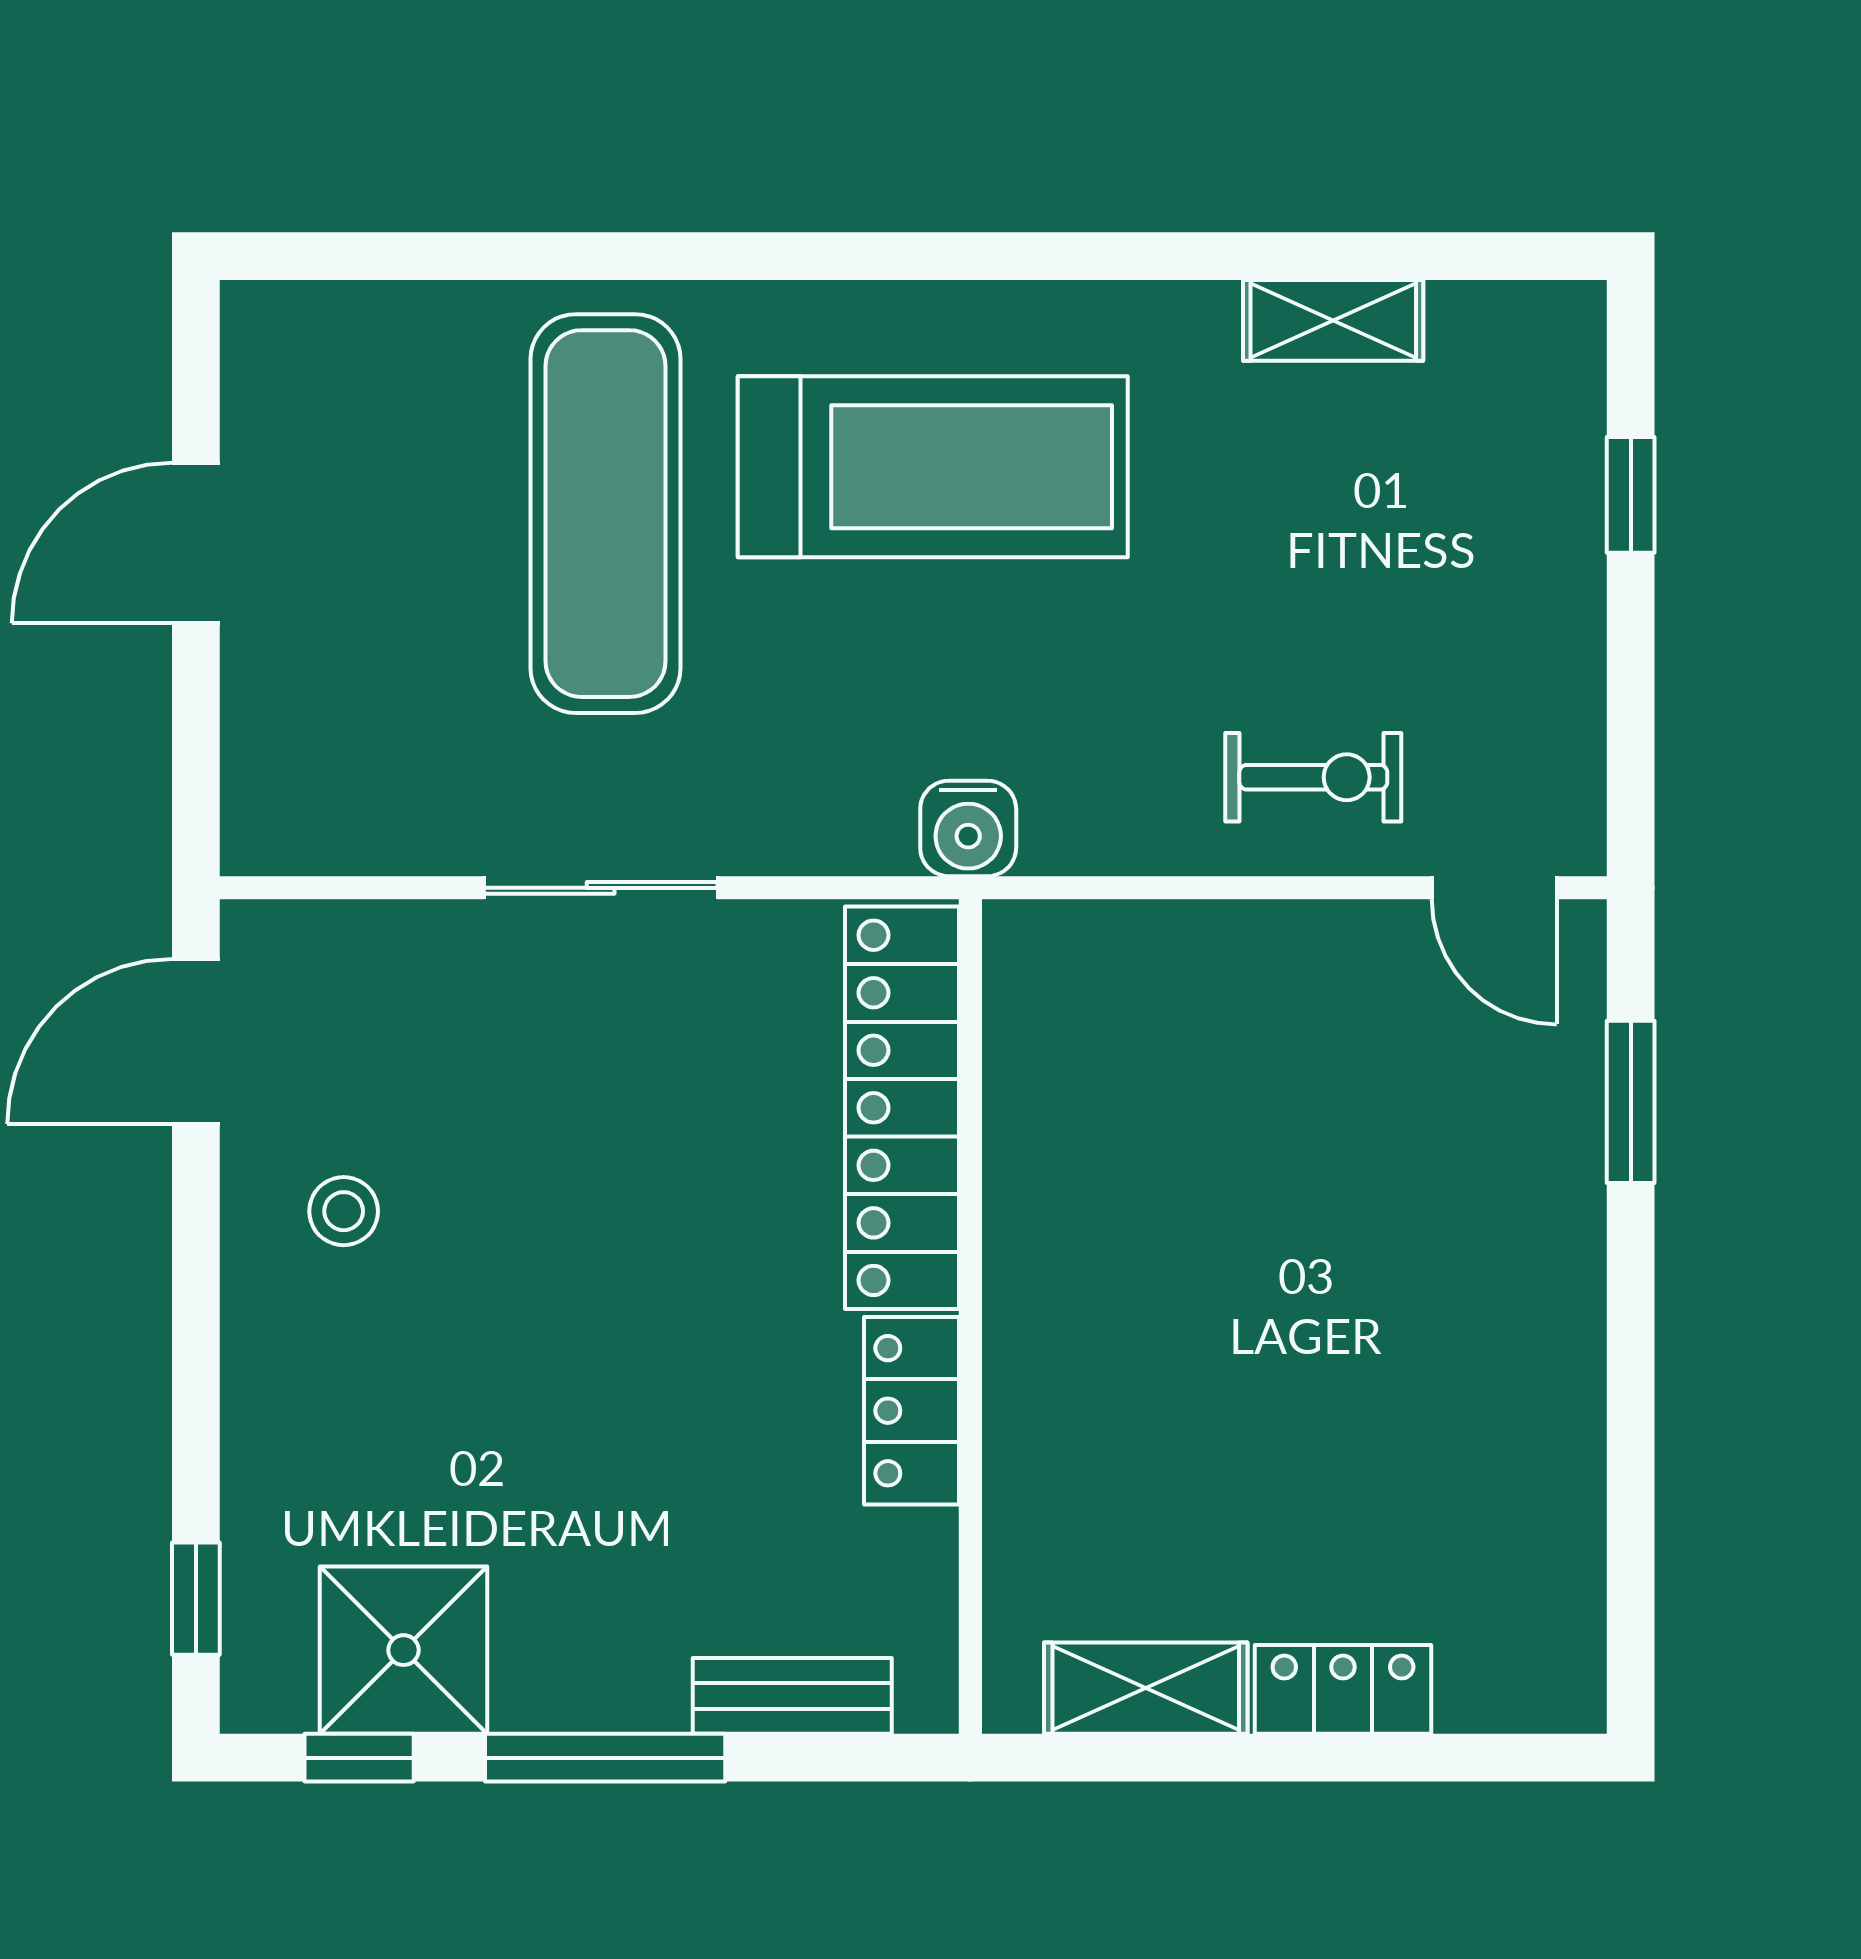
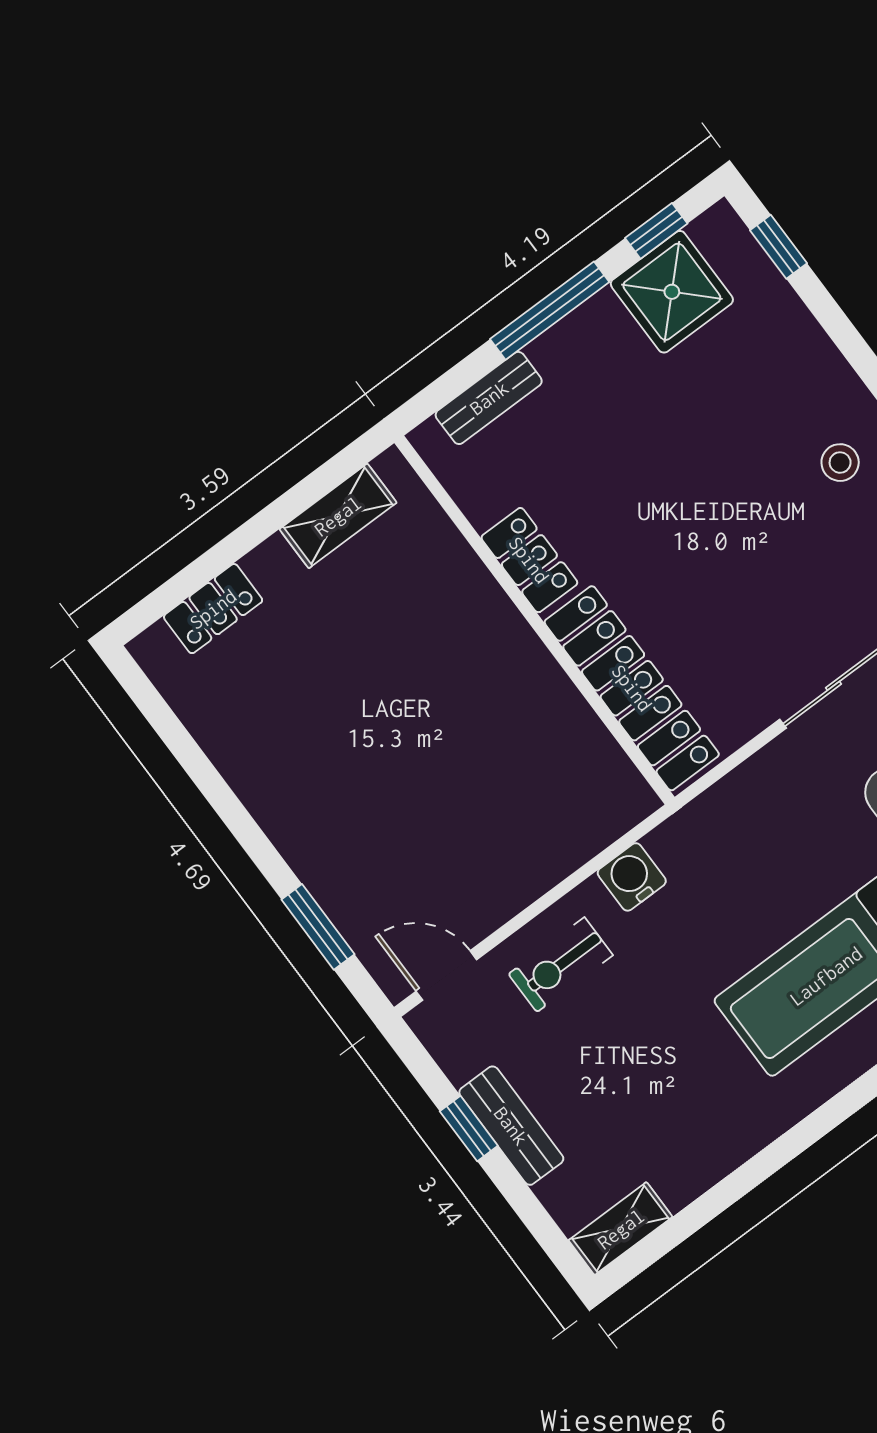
shelving: (1333, 320) -> (621, 1229), moved
window: (1631, 495) -> (469, 1129), moved
bench: (1564, 594) -> (511, 1126), added
water cooler: (968, 828) -> (632, 877), moved
locker: (1343, 1689) -> (213, 609), moved

